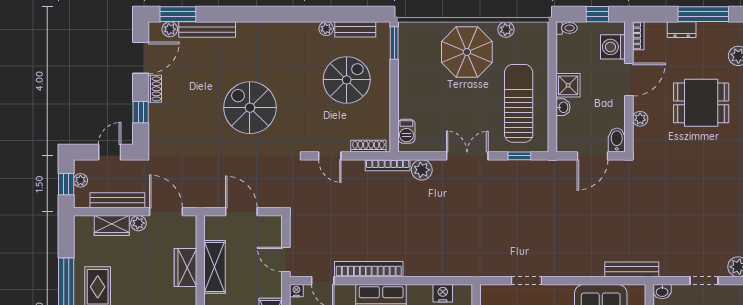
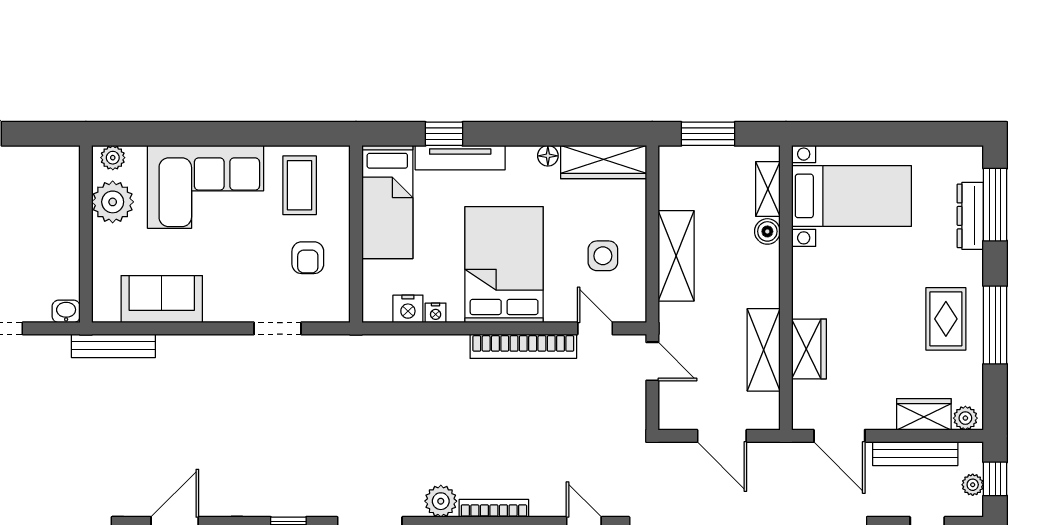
plant: (138, 223) -> (965, 418), moved
nightstand: (296, 291) -> (436, 313), moved

